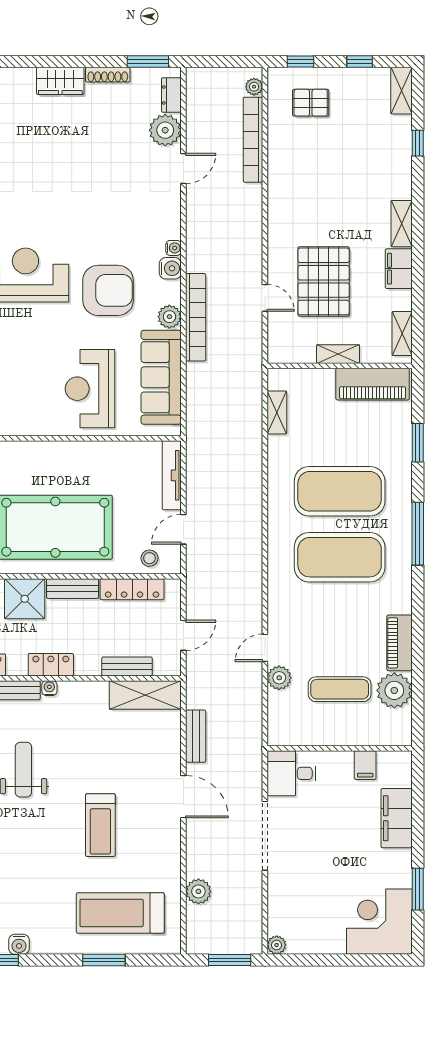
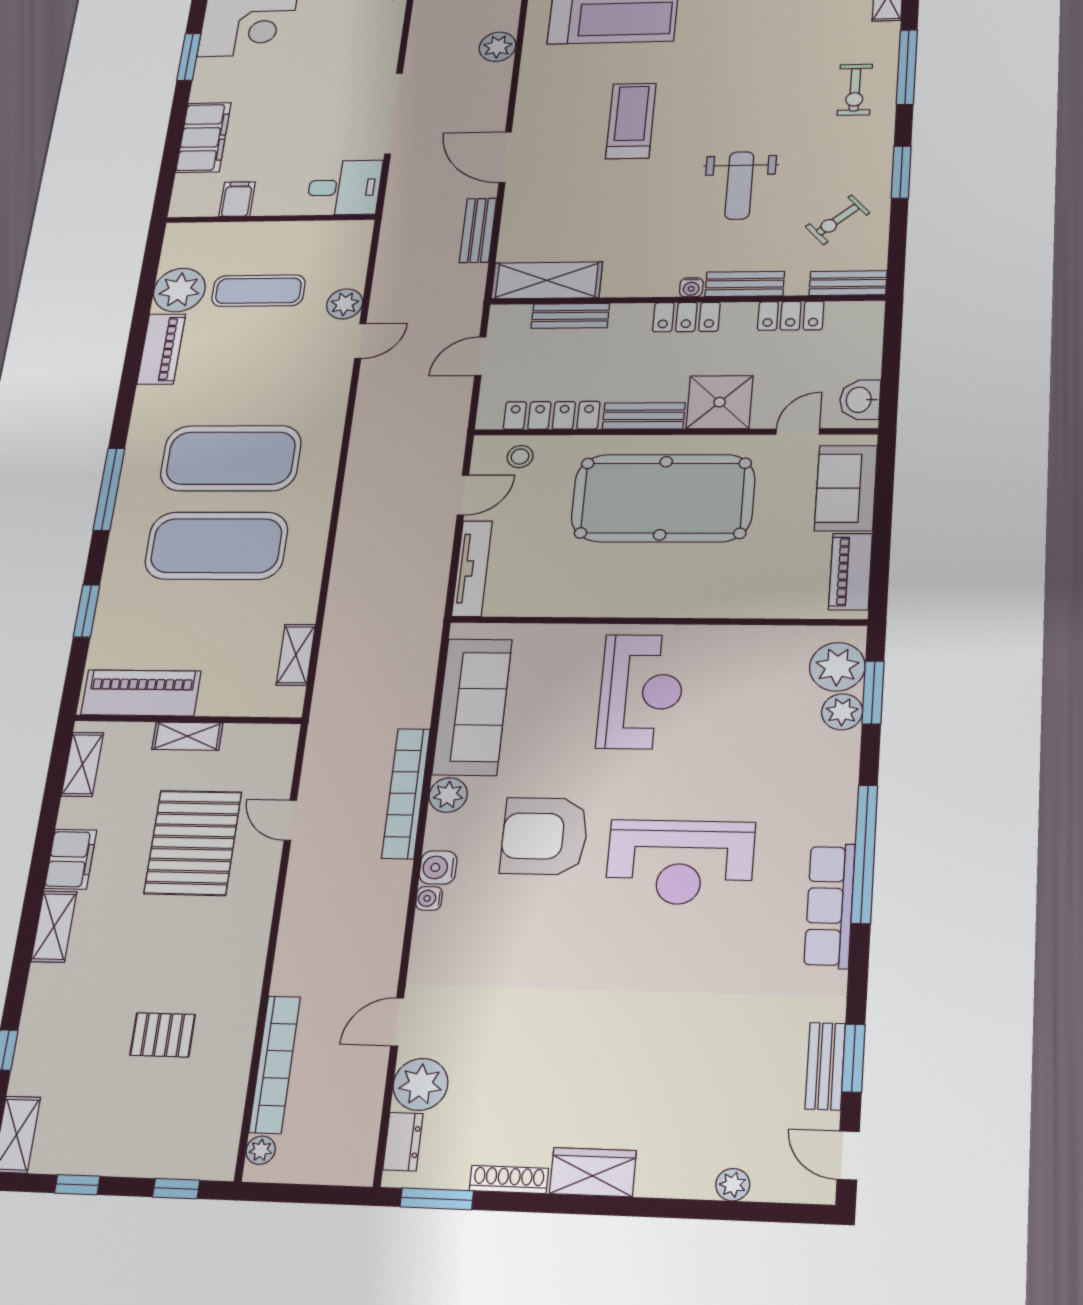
pallet: (311, 103) -> (163, 1035), moved
reception desk: (90, 389) -> (641, 692), moved

